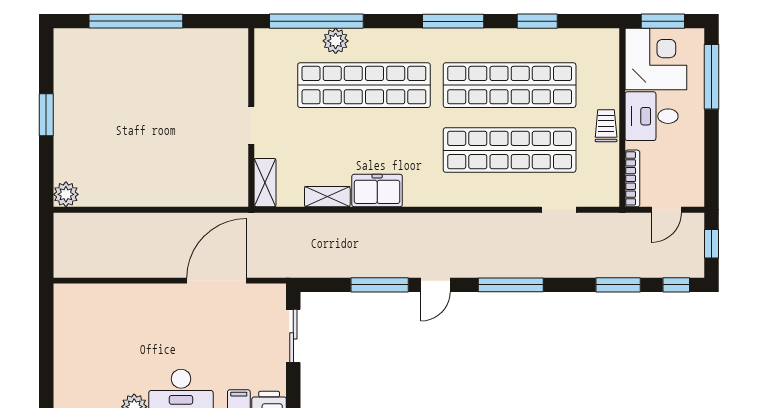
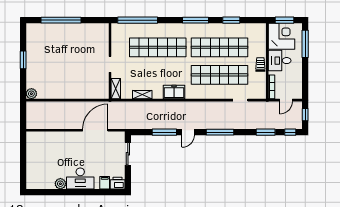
plant: (336, 41) -> (146, 29), removed
freezer: (377, 191) -> (174, 92), moved

